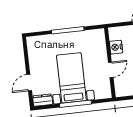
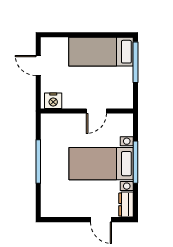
nightstand: (116, 47) -> (53, 101), moved
door: (111, 70) -> (96, 111), swing flipped

